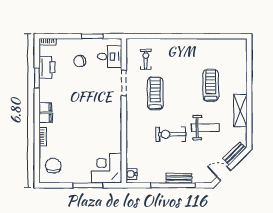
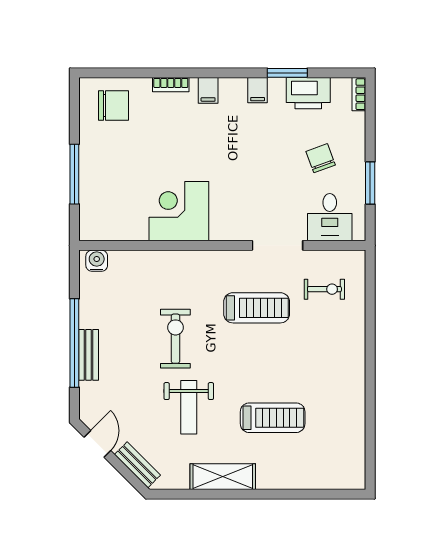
filing cabinet: (46, 107) -> (258, 90), moved
corner desk: (107, 168) -> (179, 211), moved, turned -90

